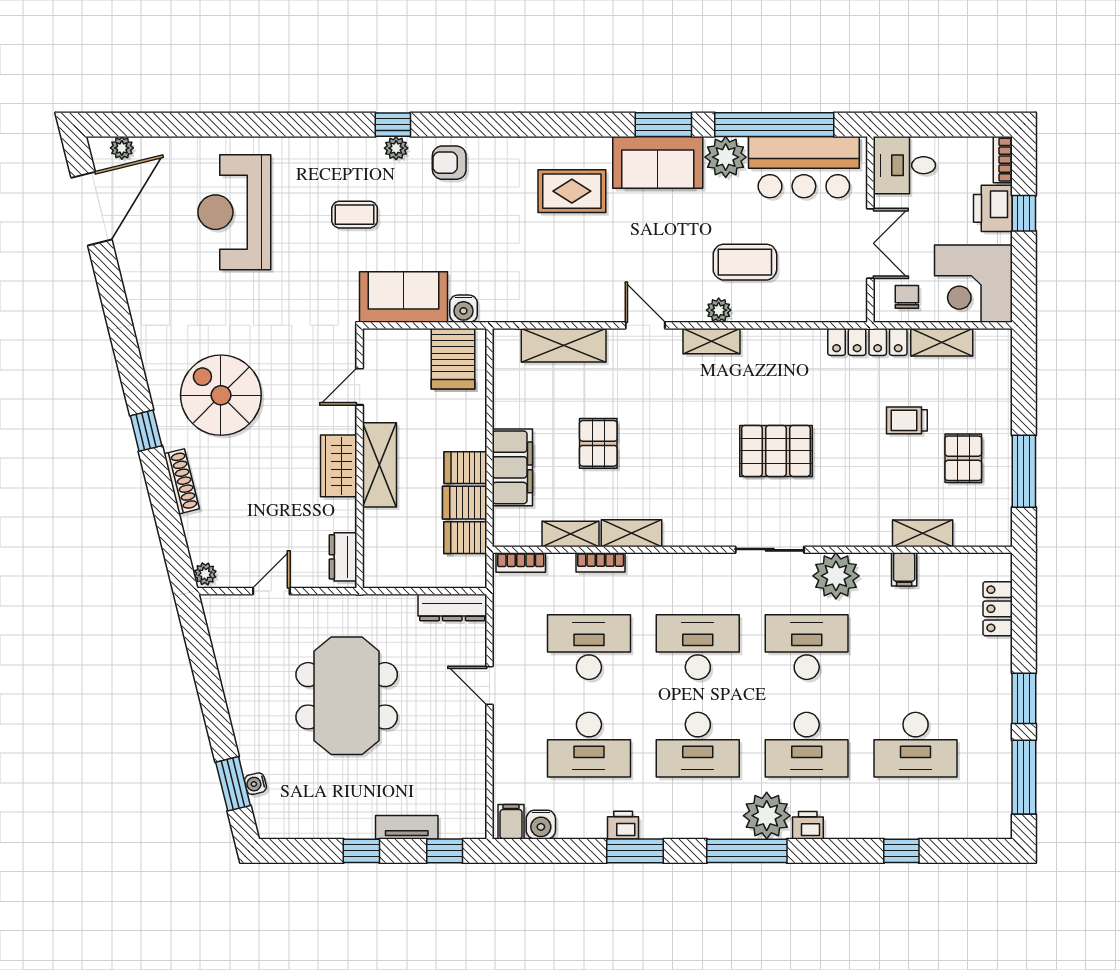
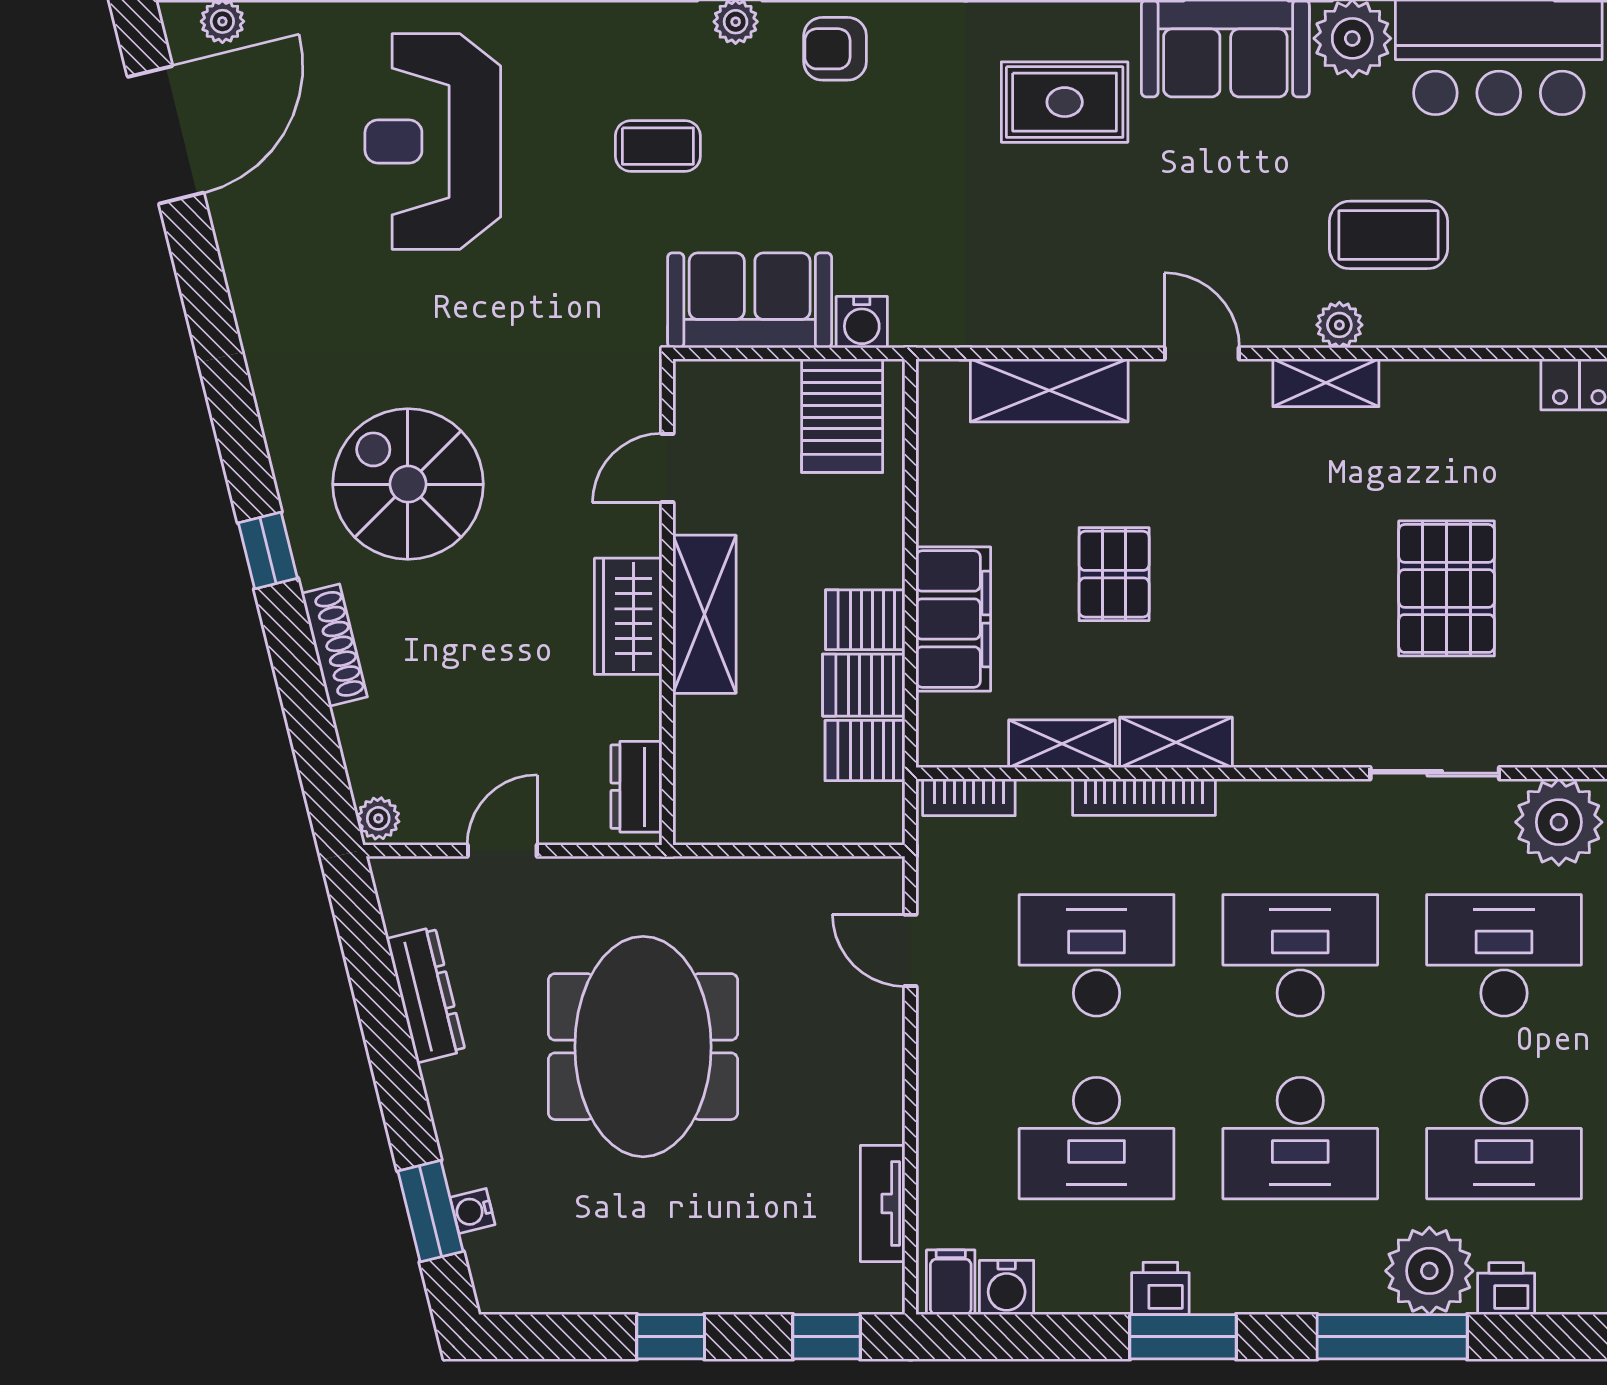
pallet: (776, 451) -> (1447, 588), turned 90
bookcase: (601, 562) -> (1144, 797), width x1.56
dresser: (452, 607) -> (426, 995), moved, turned -104
door: (489, 685) -> (910, 950), moved
tv unit: (407, 827) -> (883, 1203), moved, turned -90

